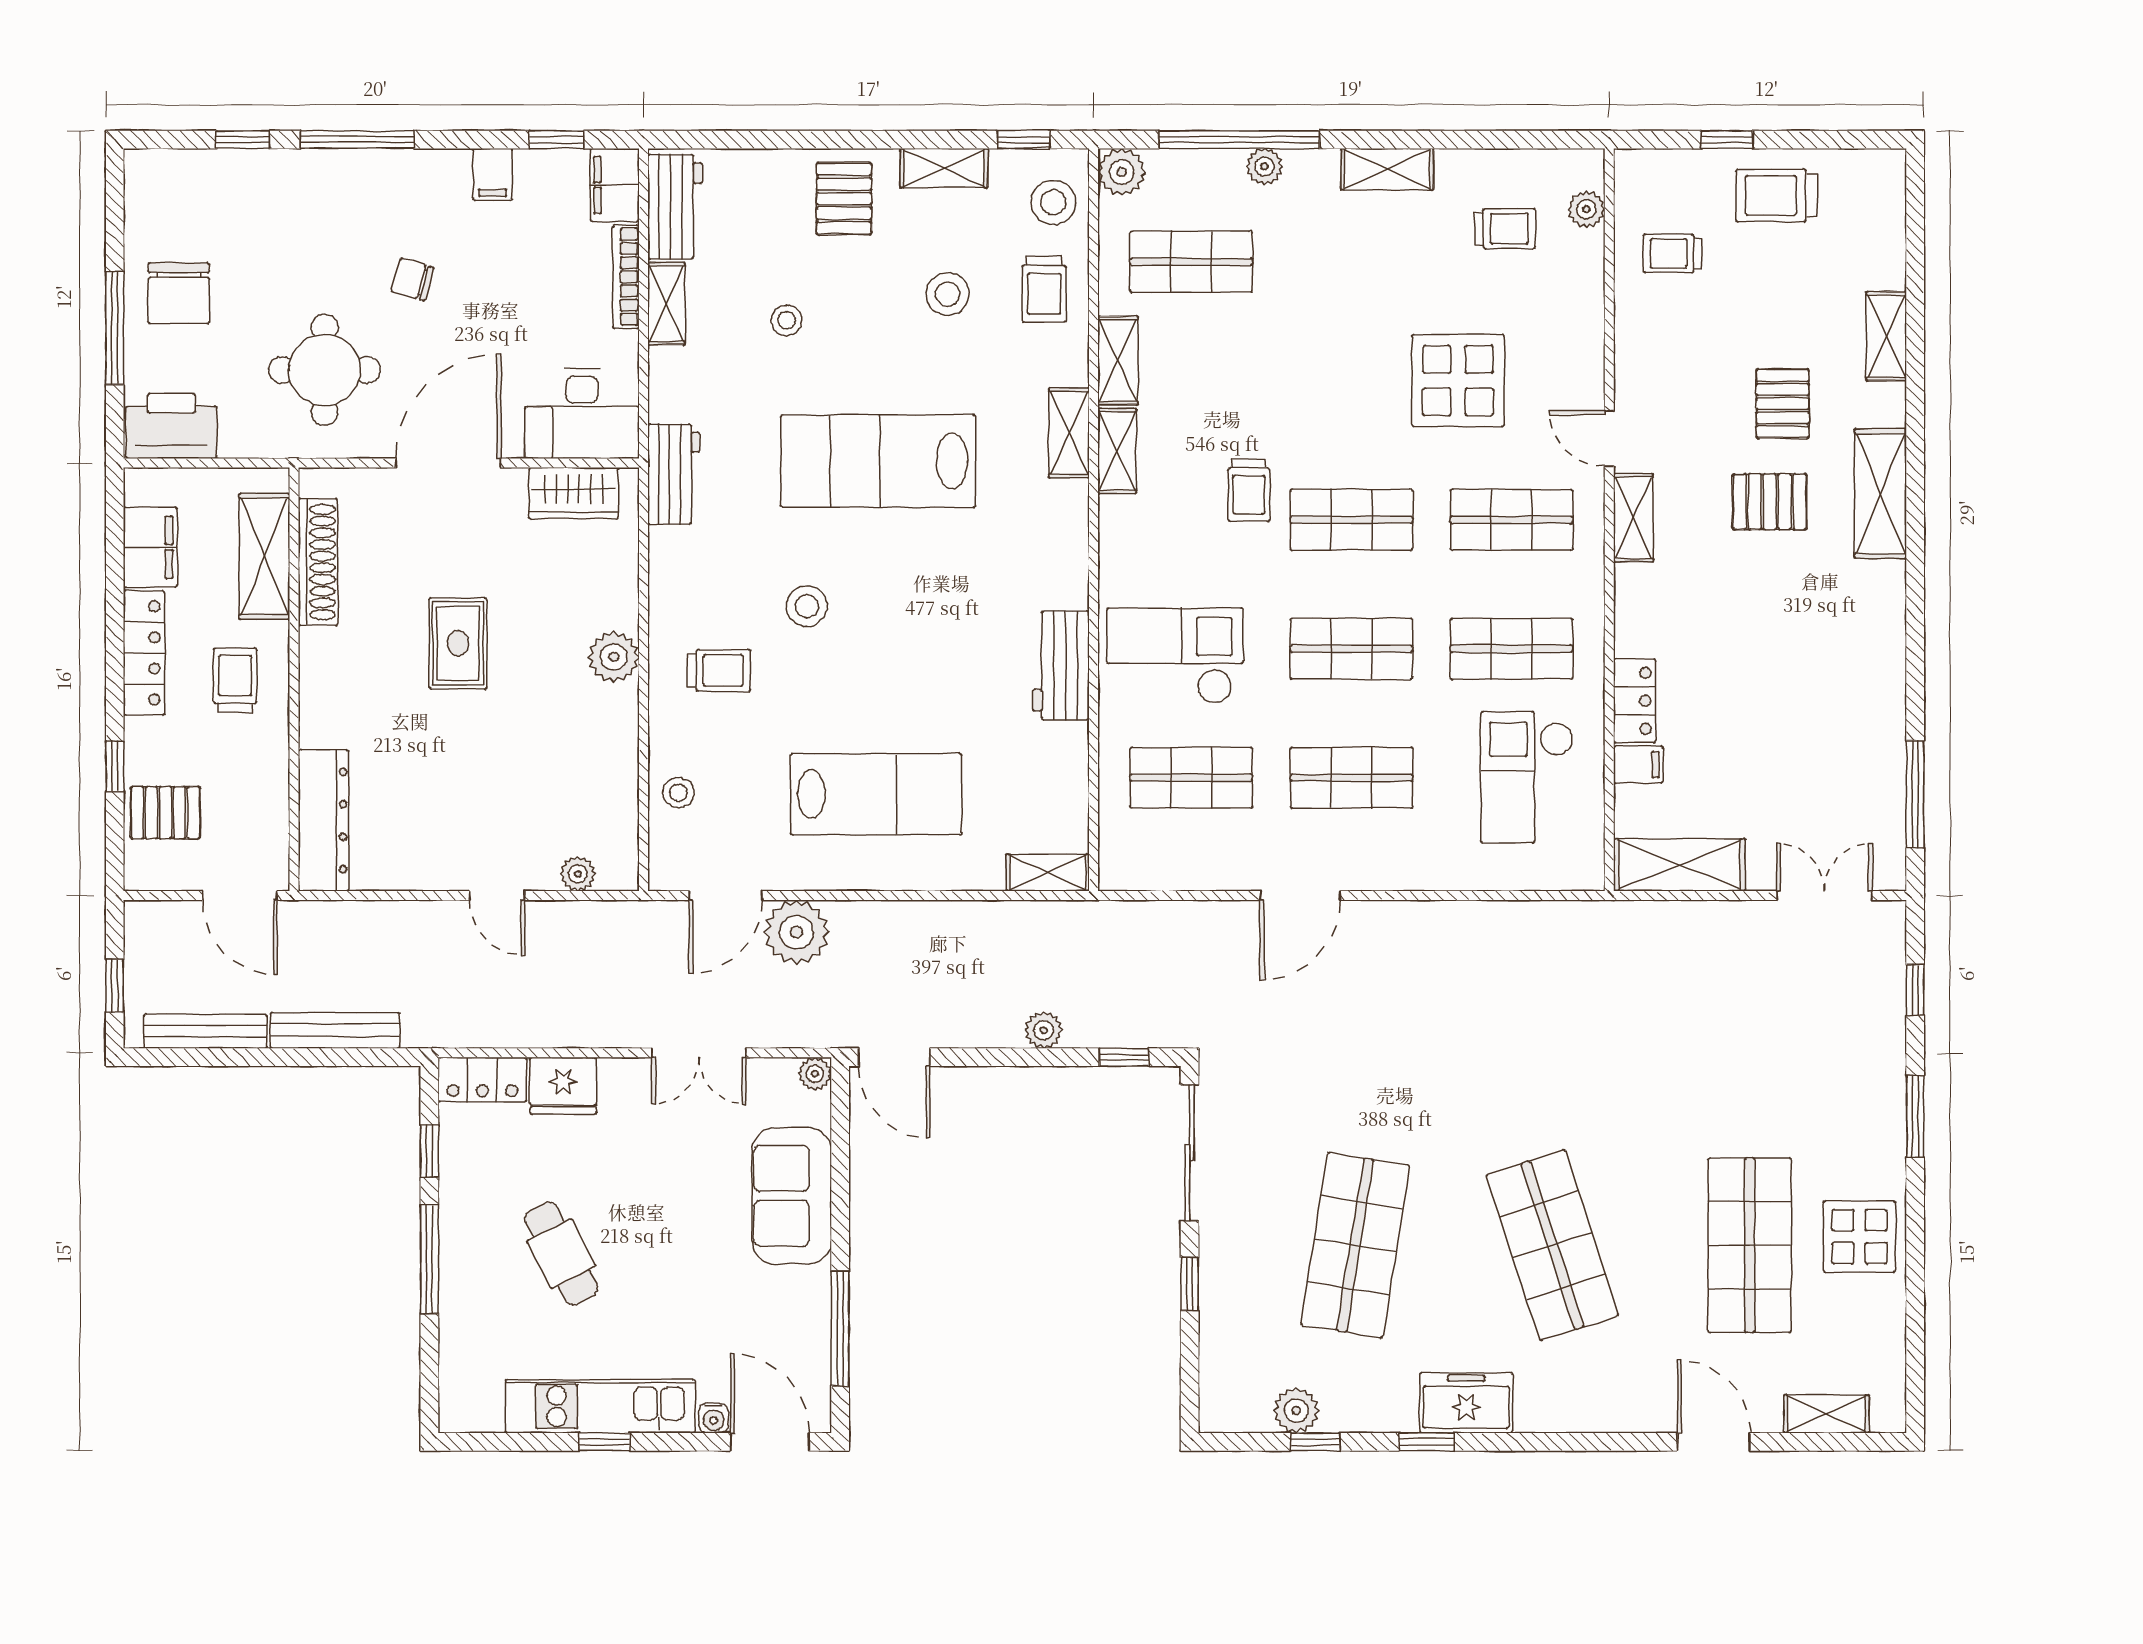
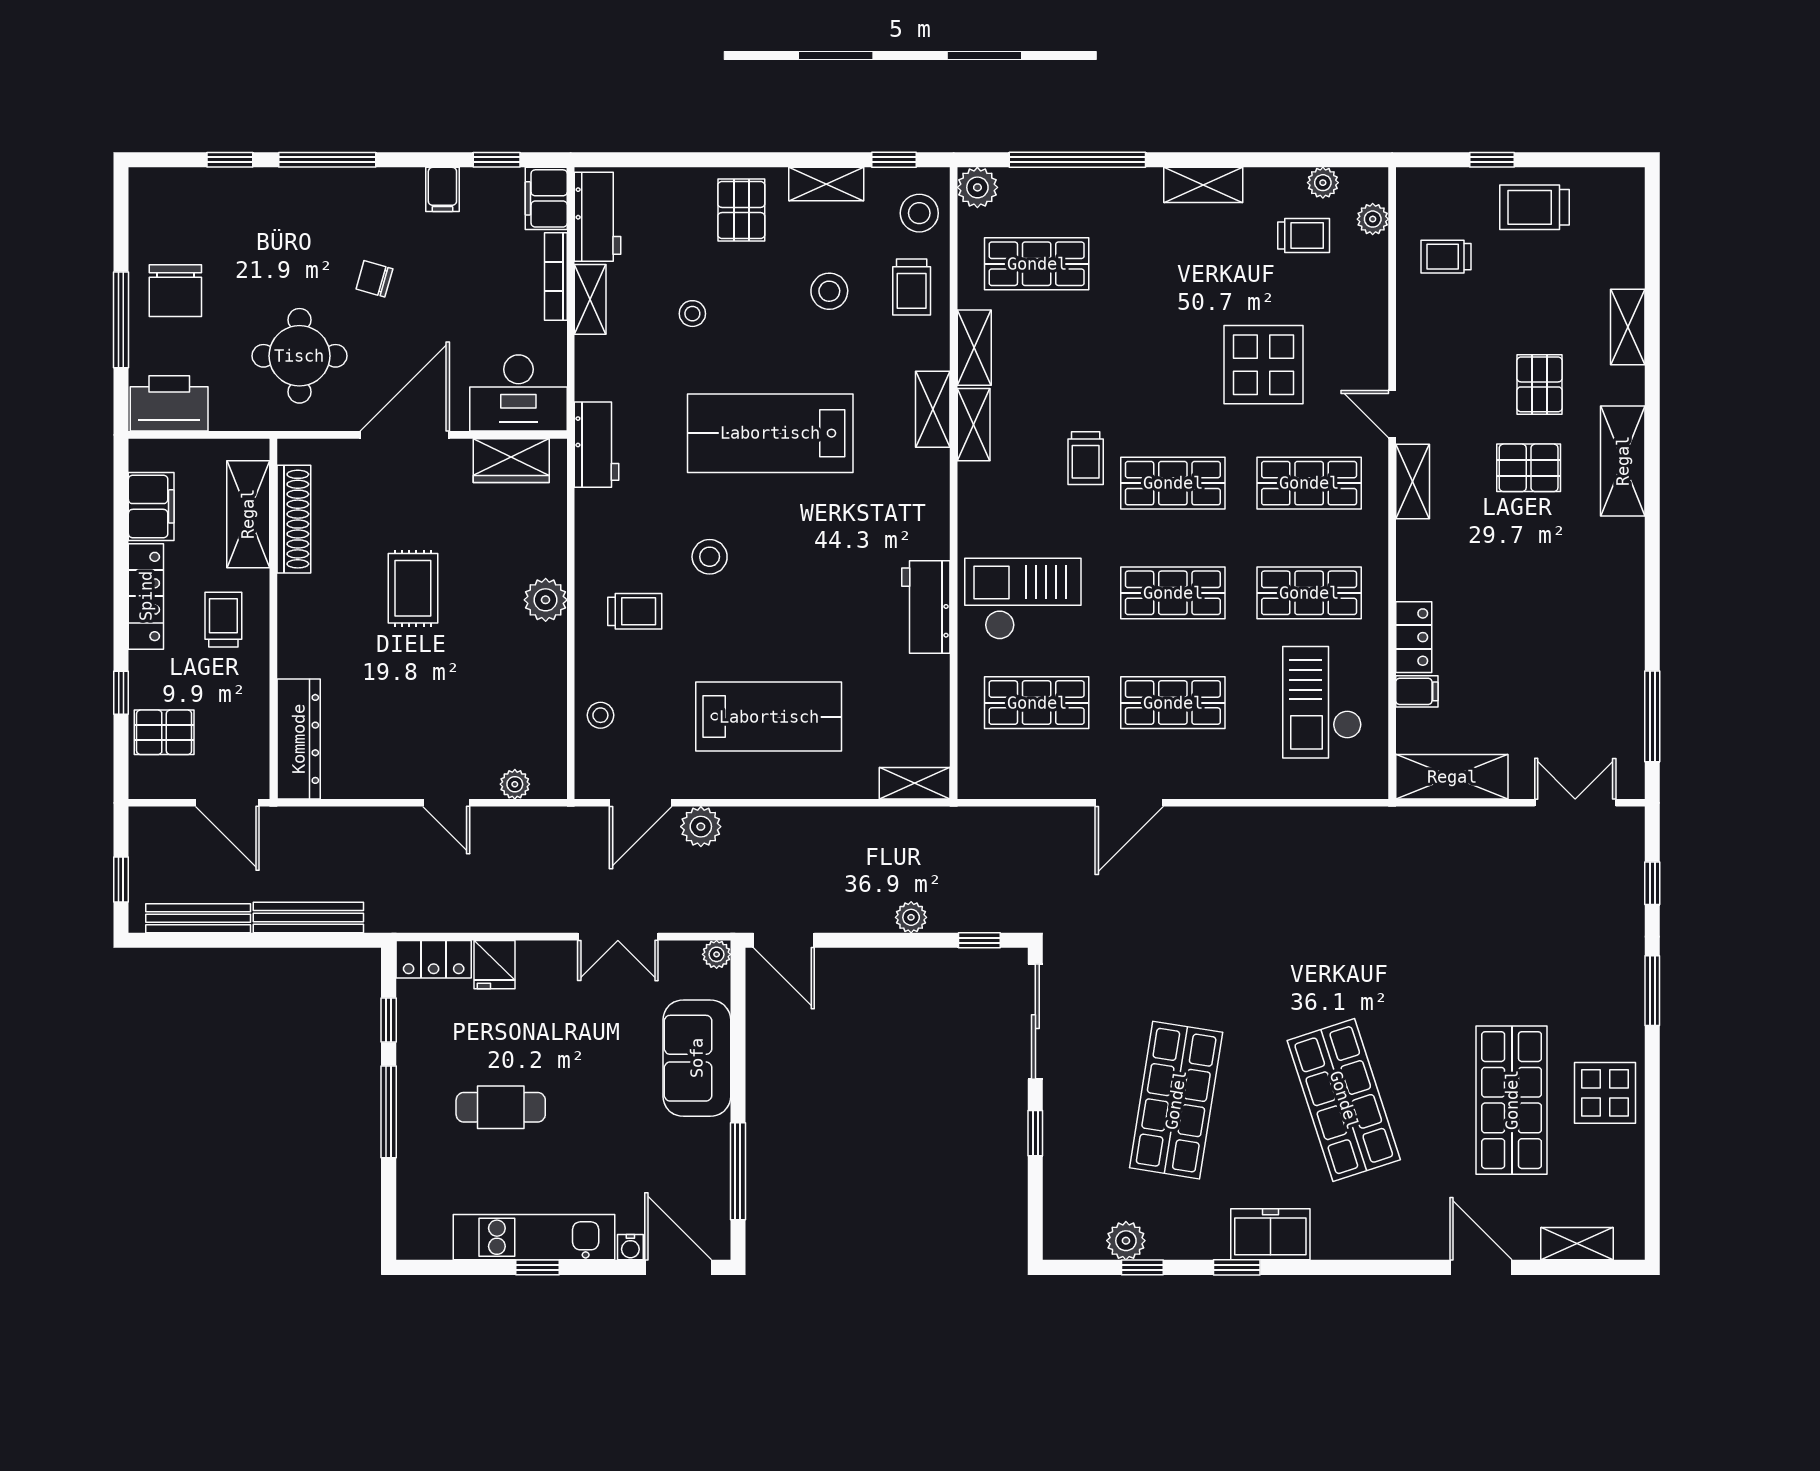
plant: (1264, 166) -> (1323, 183), moved
plant: (796, 932) -> (701, 827), width x0.73, depth x0.73
fridge: (563, 1086) -> (495, 965), width x0.72
cafe table: (561, 1254) -> (501, 1107), turned -63

